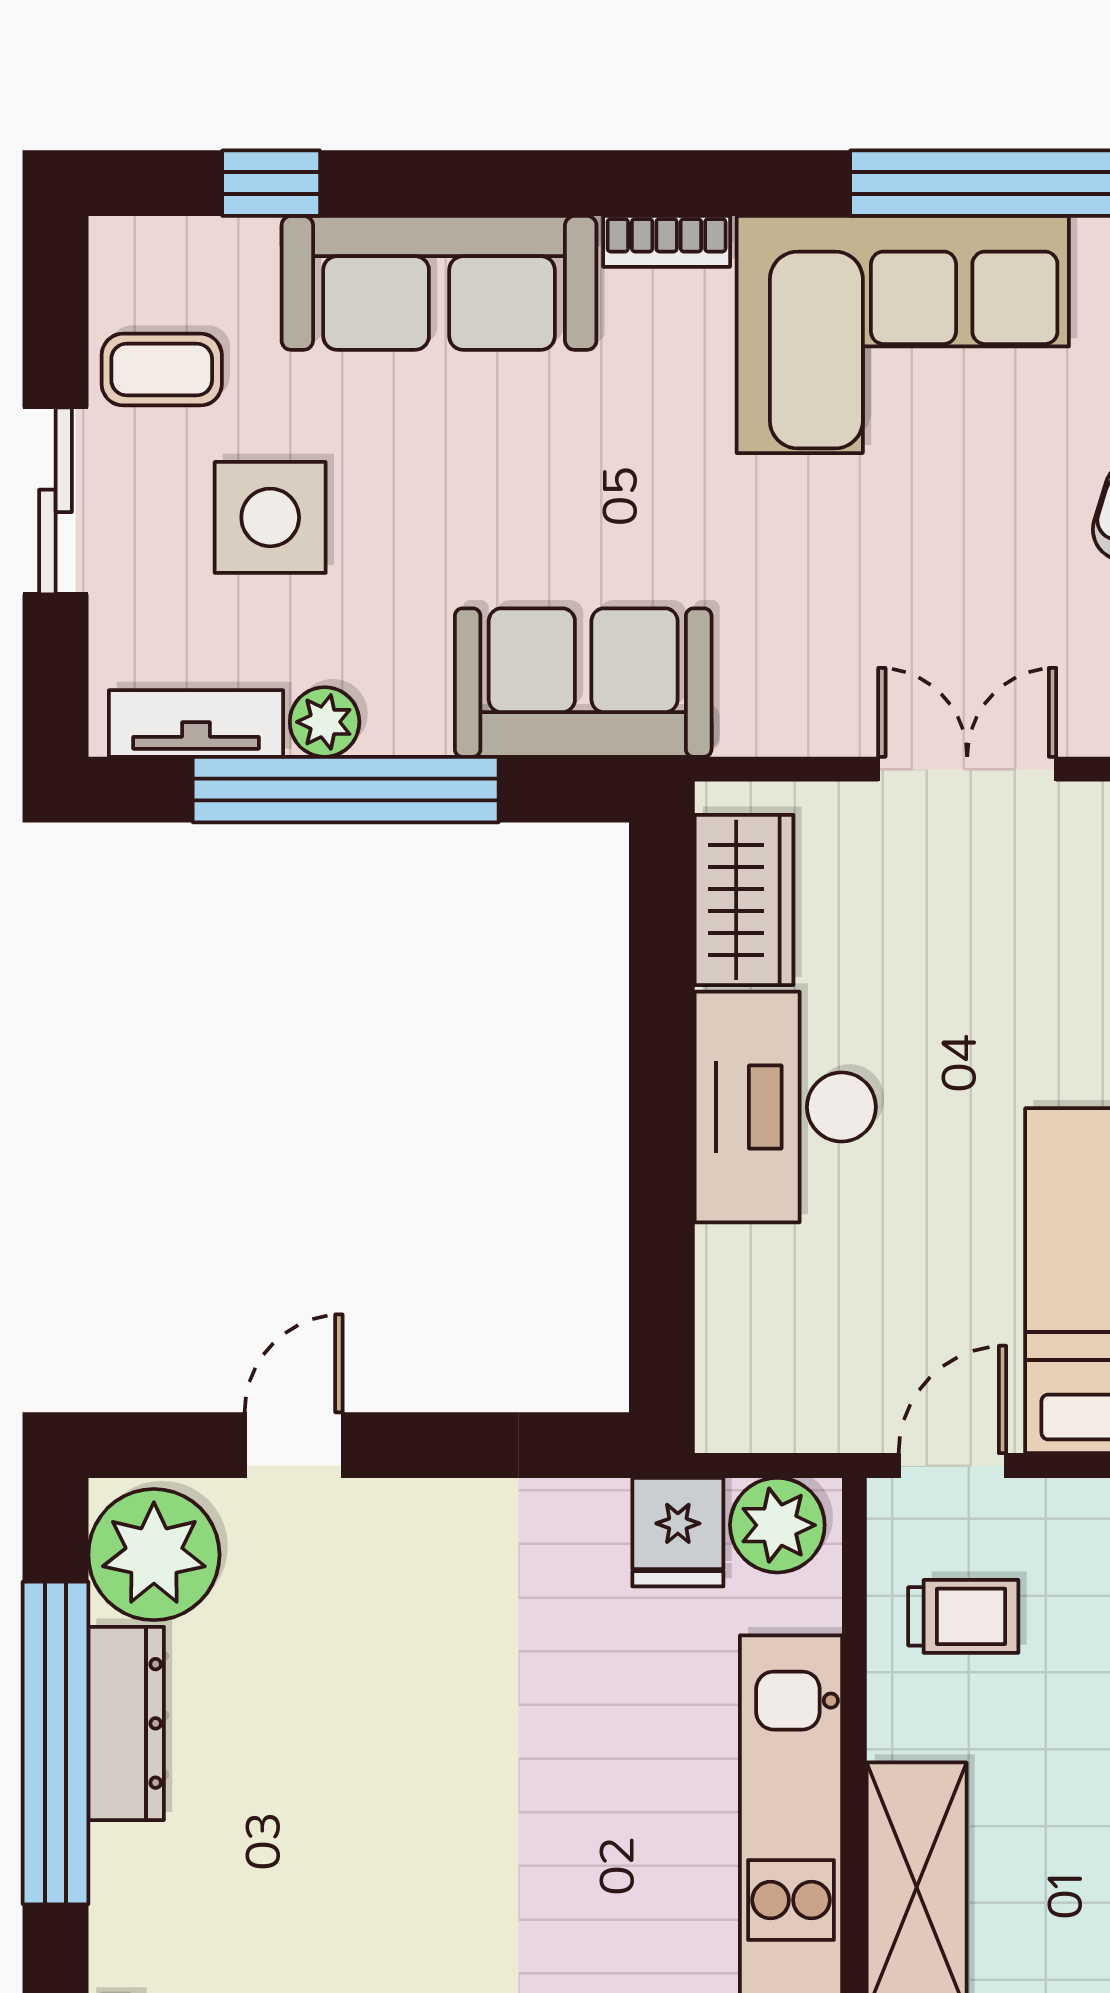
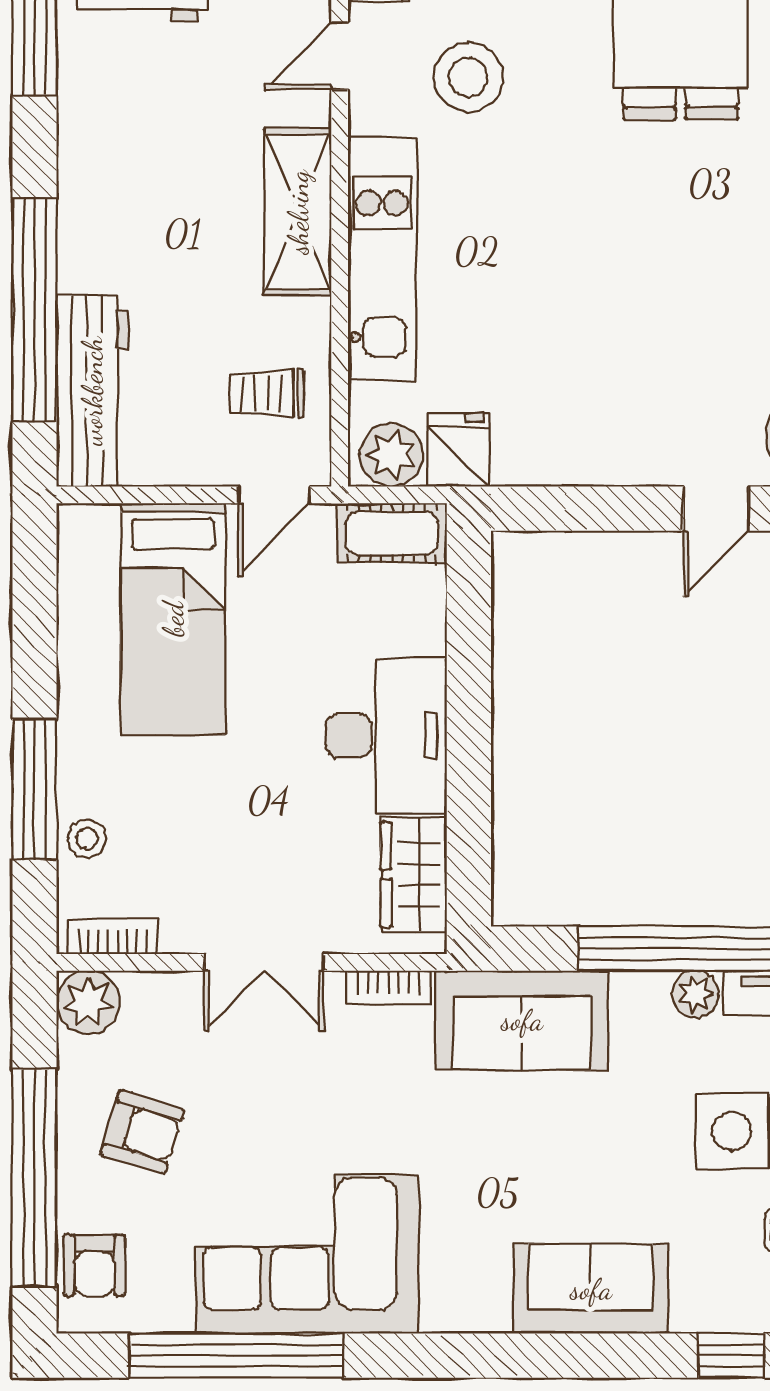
bookcase: (667, 241) -> (389, 988), moved, turned 180
sofa: (439, 283) -> (591, 1289), width x0.73
cot: (777, 1409) -> (392, 533), added

